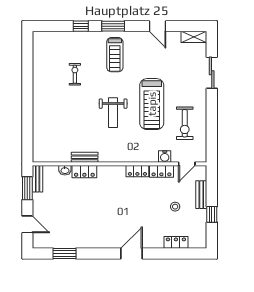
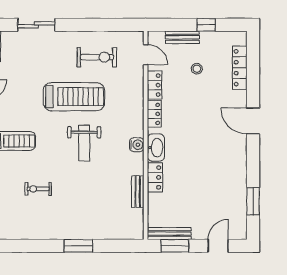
window: (27, 108) -> (78, 246), added
weight bench: (113, 113) -> (84, 143), turned 90
water cooler: (165, 156) -> (137, 145), moved
bench: (85, 157) -> (138, 192), moved
washbasin: (65, 170) -> (156, 148), moved, width x1.91, depth x1.45
bench: (38, 179) -> (169, 234), width x1.36
locker: (176, 242) -> (240, 68), width x1.53

